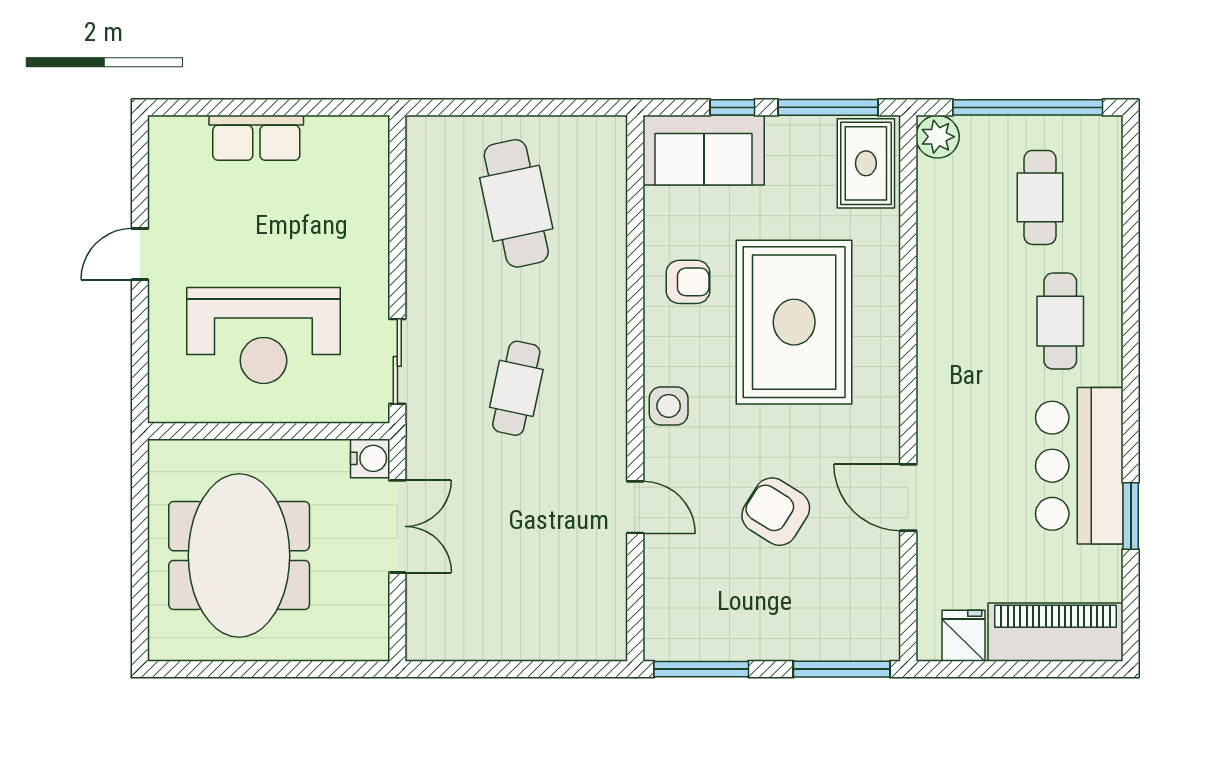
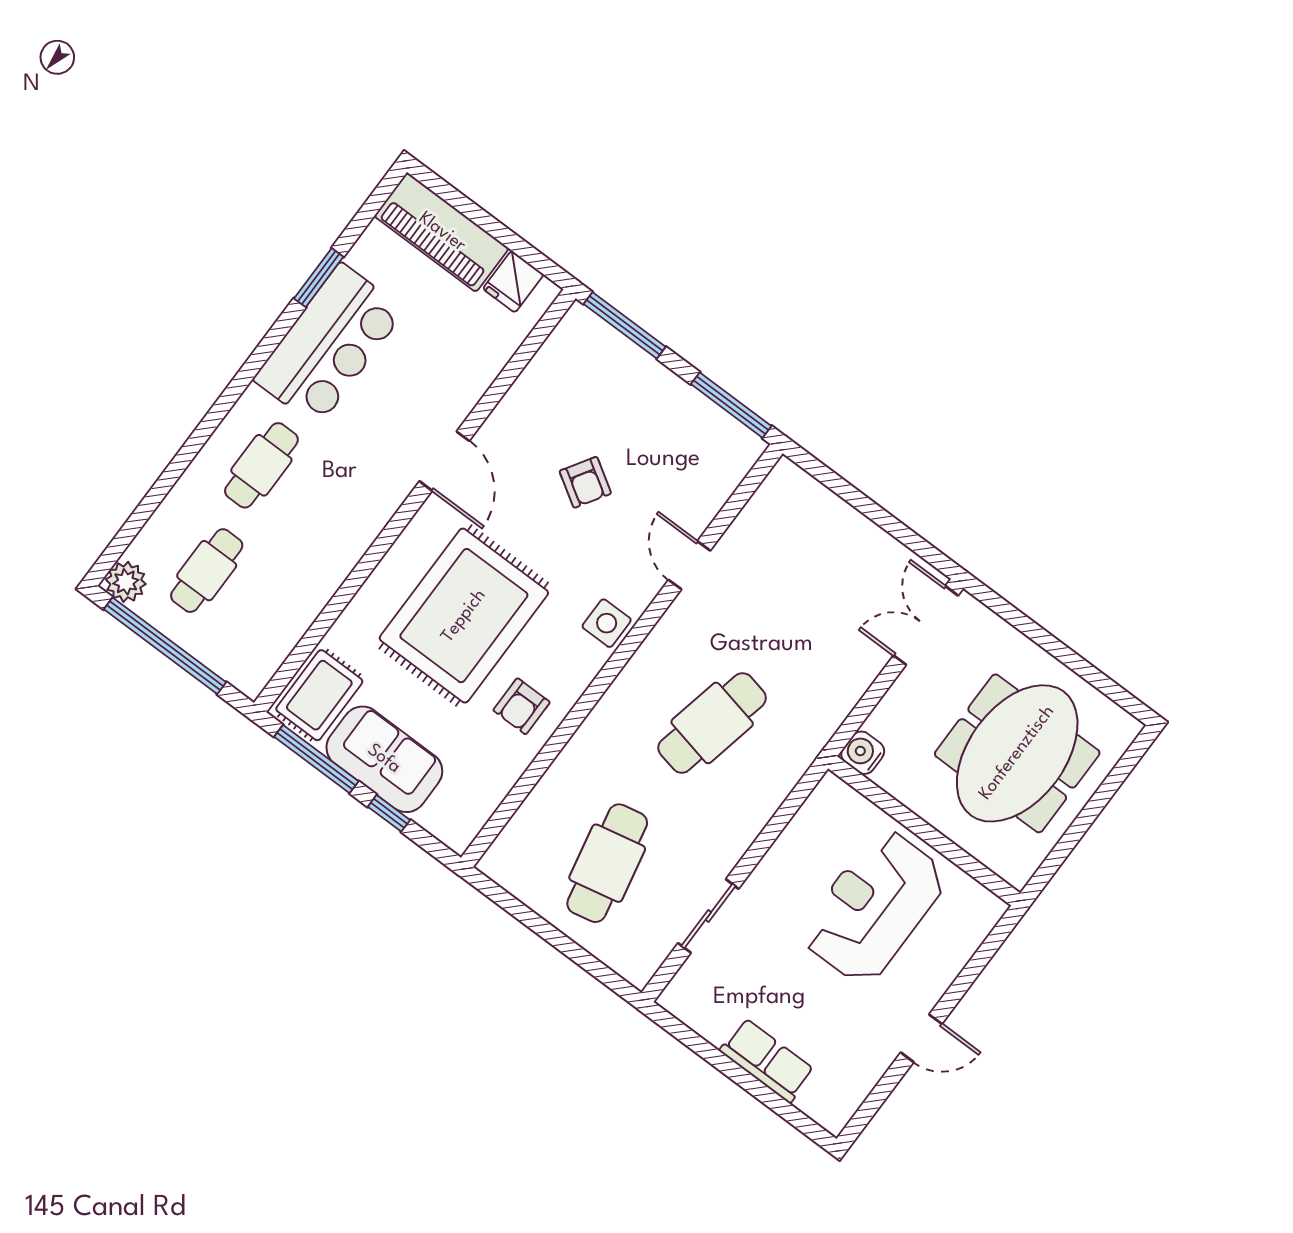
plant: (938, 137) -> (126, 582), moved
sofa: (704, 150) -> (384, 759), moved
armchair: (688, 282) -> (522, 706), turned -90
reception desk: (263, 335) -> (874, 906), turned -90
sliding door: (397, 361) -> (708, 916), moved
cafe table: (516, 388) -> (712, 723), width x1.37, depth x1.35
door: (908, 497) -> (444, 461), moved
armchair: (776, 512) -> (585, 482), width x0.72, depth x0.72
double door: (397, 526) -> (926, 625), moved

